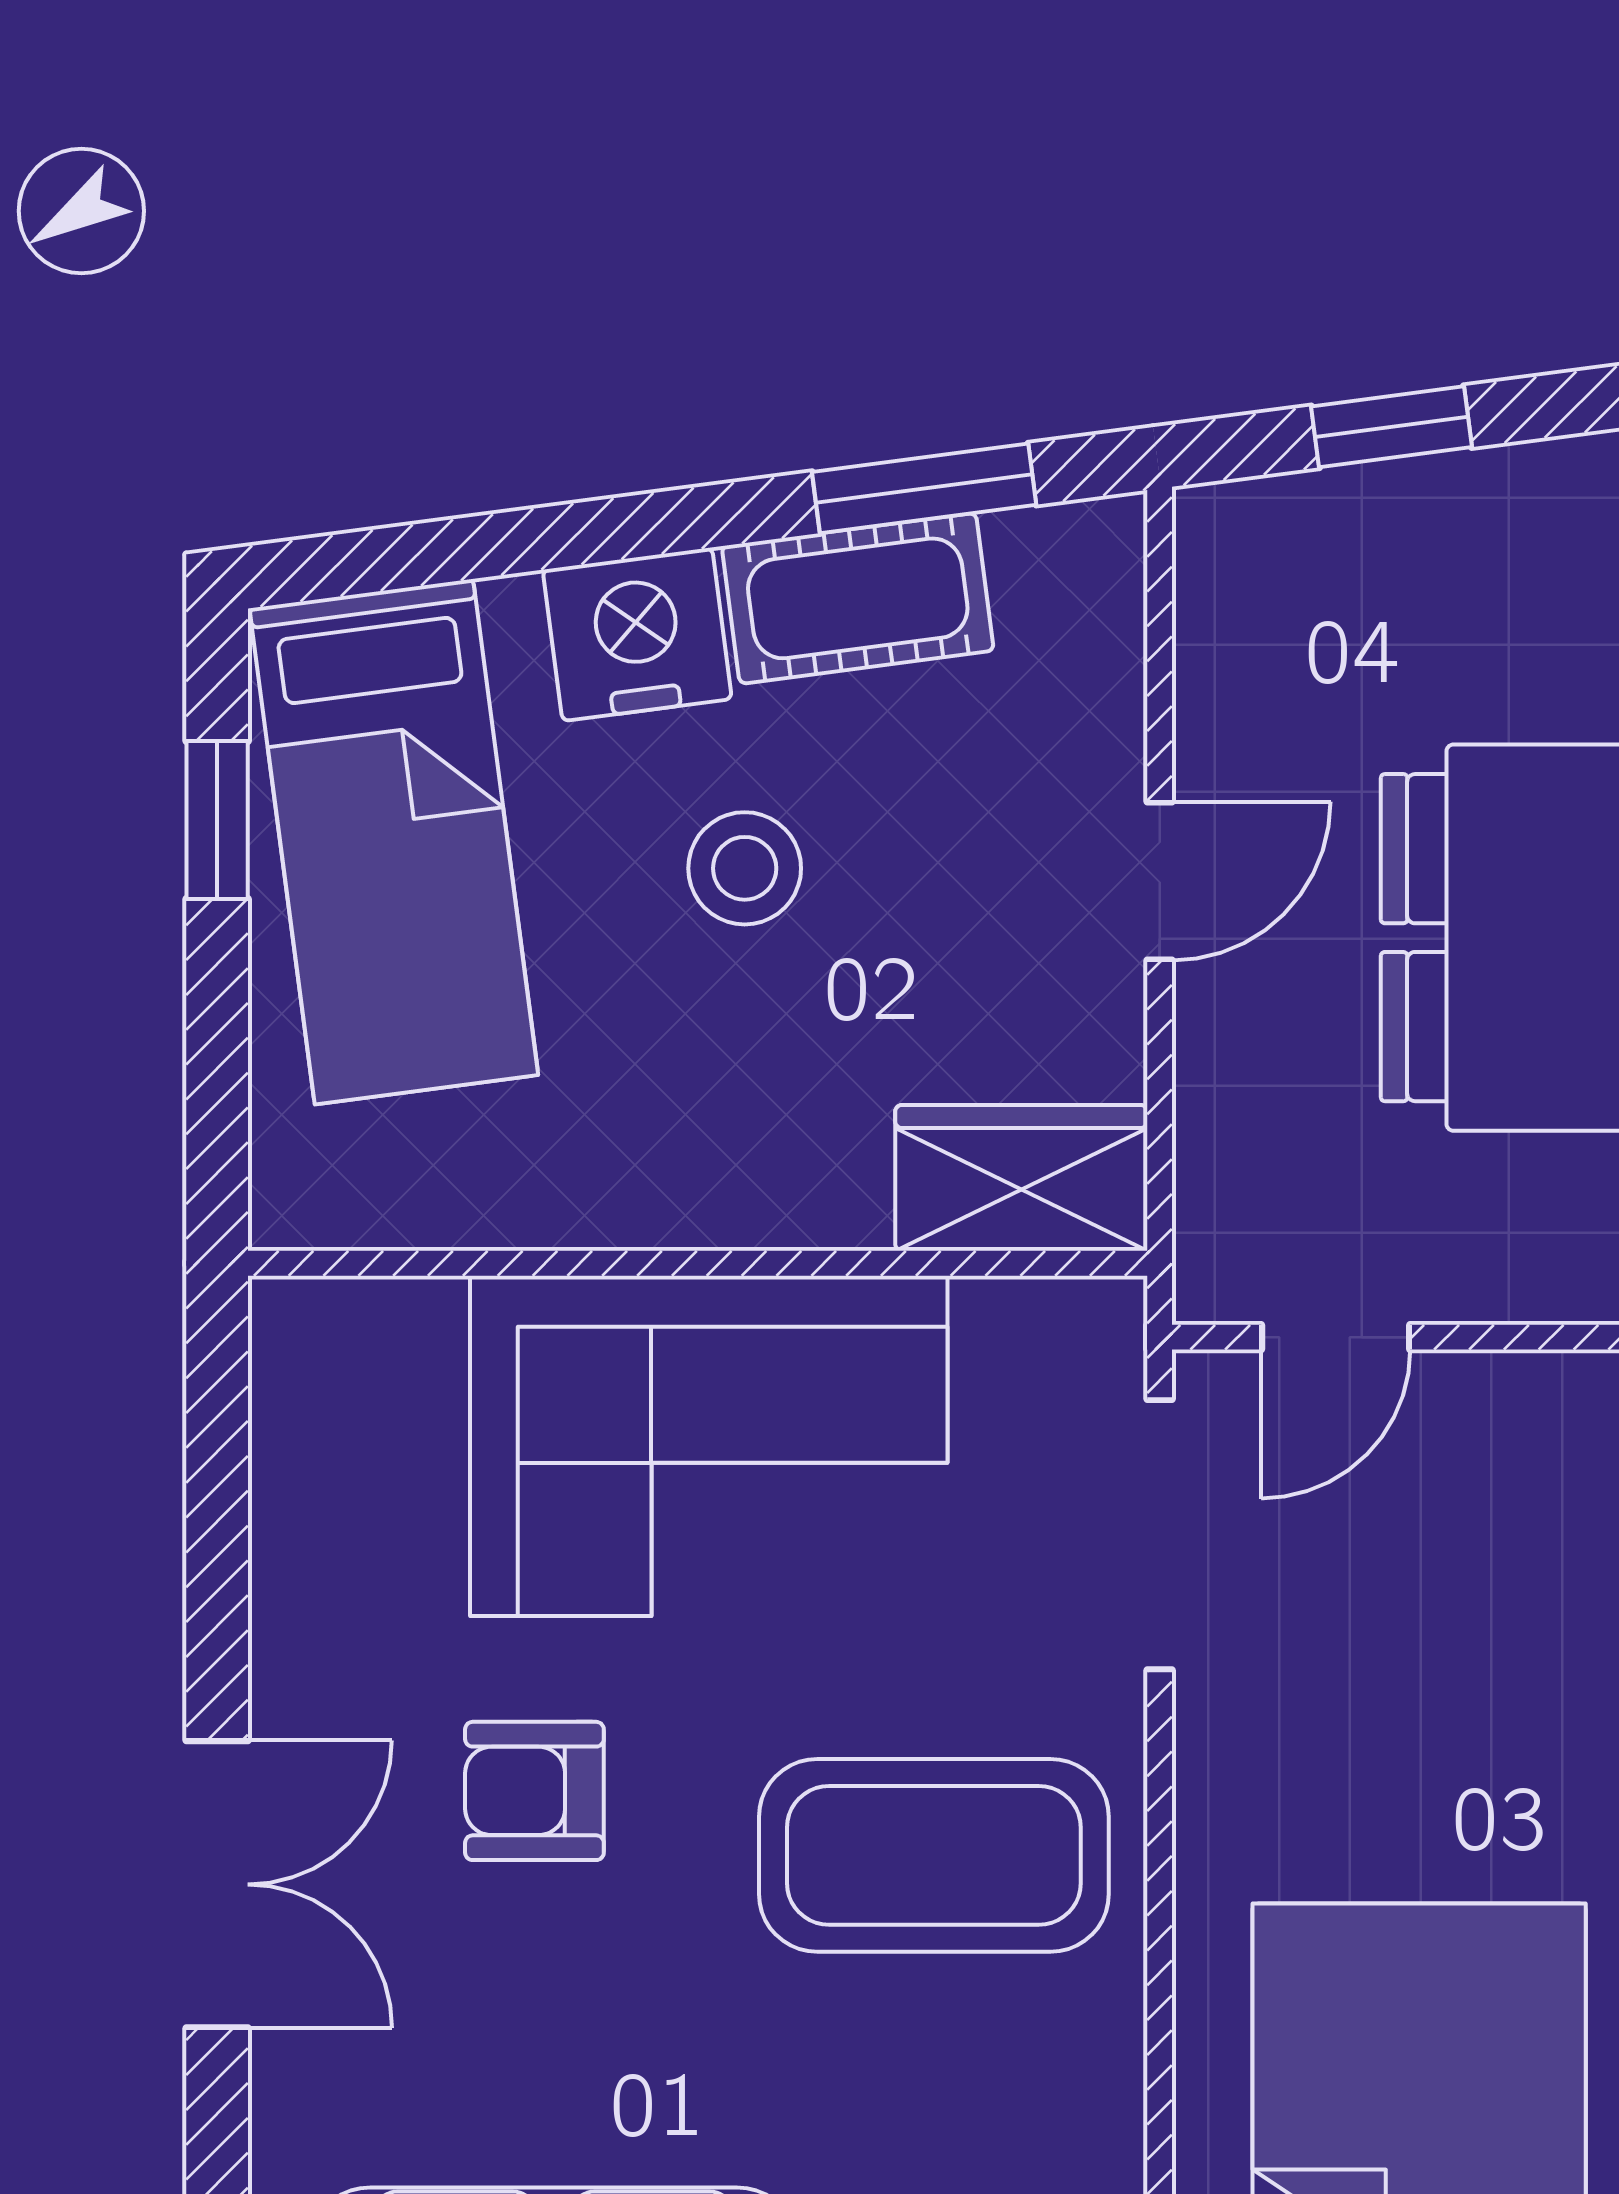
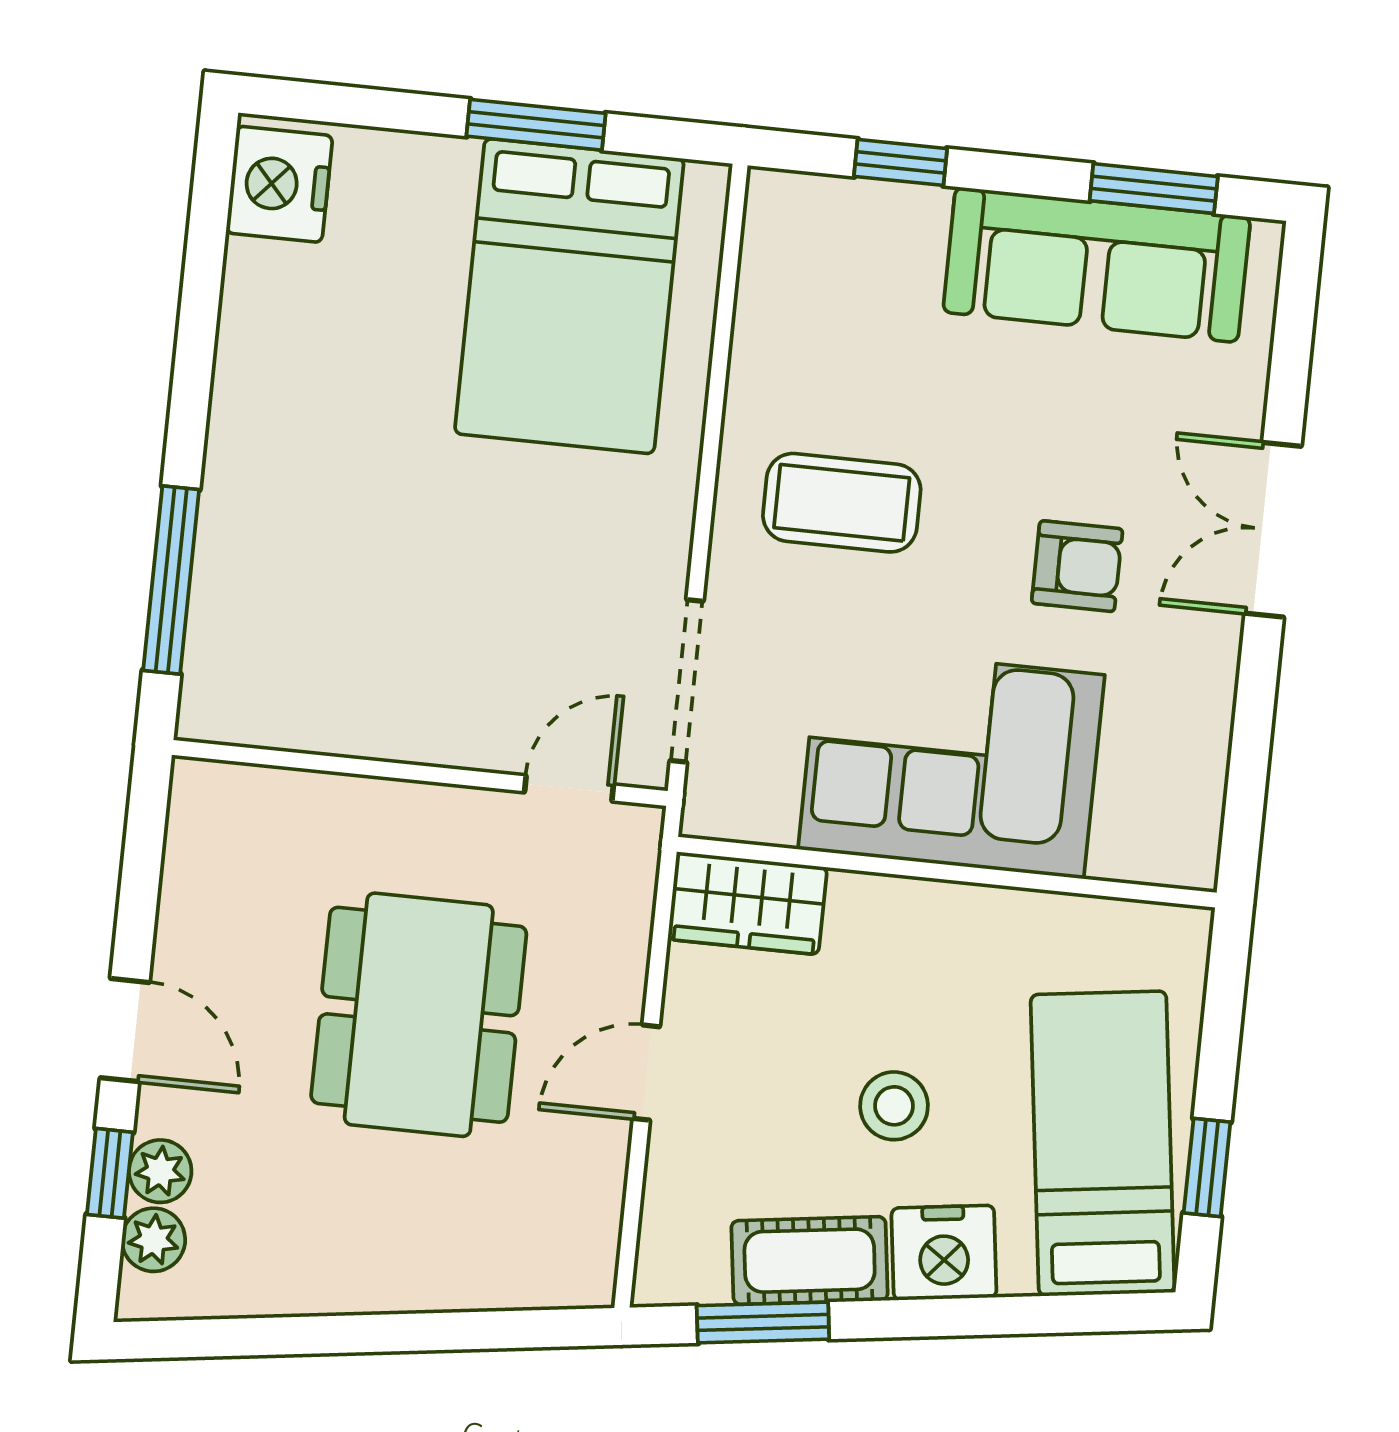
window: (1391, 427) -> (479, 1330), removed
coffee table: (934, 1855) -> (842, 503), width x0.73, depth x0.76

